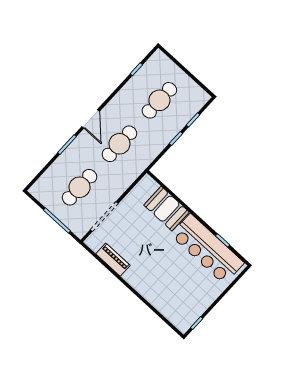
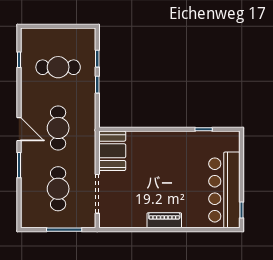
cafe table: (159, 100) -> (58, 67), turned 90
booth: (167, 209) -> (112, 151), moved, turned 90
bar counter: (207, 249) -> (224, 190), moved, turned 90
piano: (113, 260) -> (164, 220), moved

